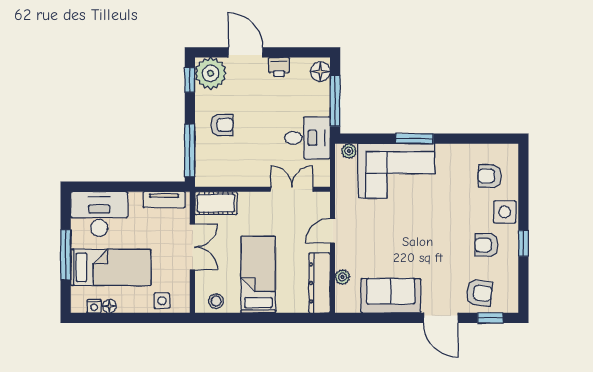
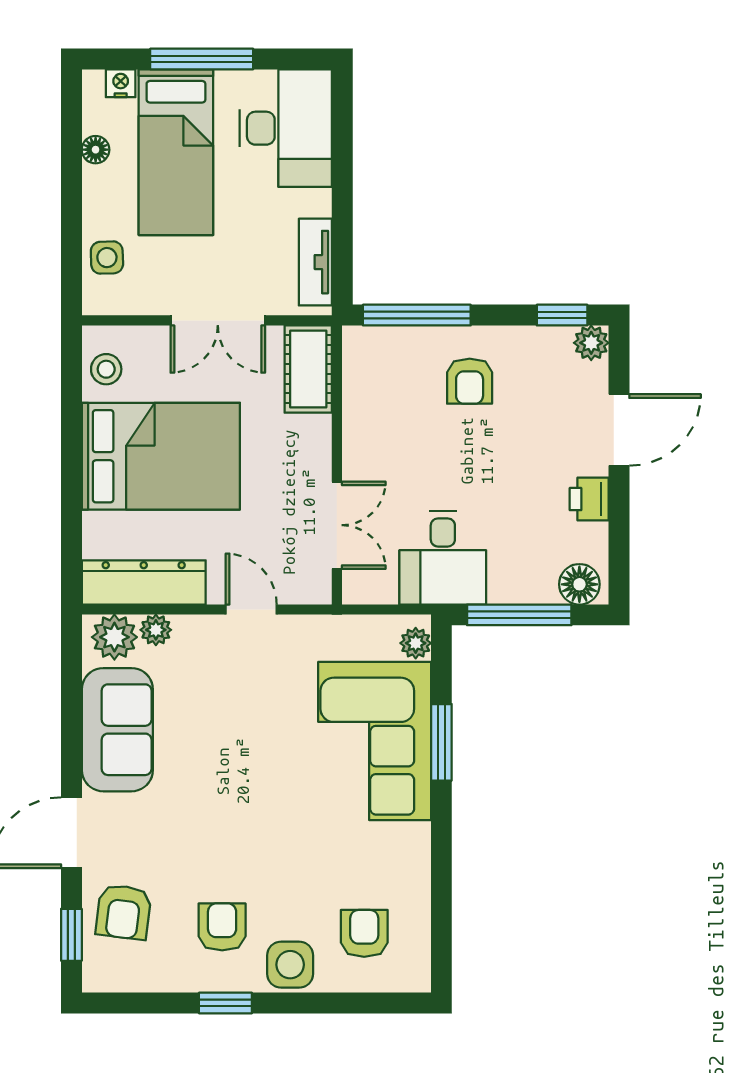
plant: (211, 73) -> (591, 343), width x0.53, depth x0.53
window: (415, 139) -> (441, 742), moved
bed: (258, 275) -> (161, 456), width x1.50
plant: (346, 297) -> (114, 637), added
nightstand: (94, 306) -> (121, 83), moved, turned 90

